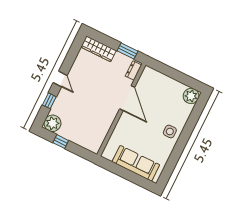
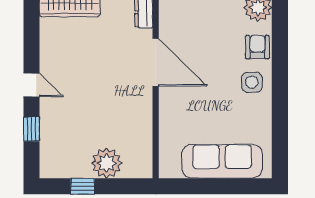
armchair: (181, 115) -> (257, 47), added
plant: (52, 123) -> (107, 163), moved

